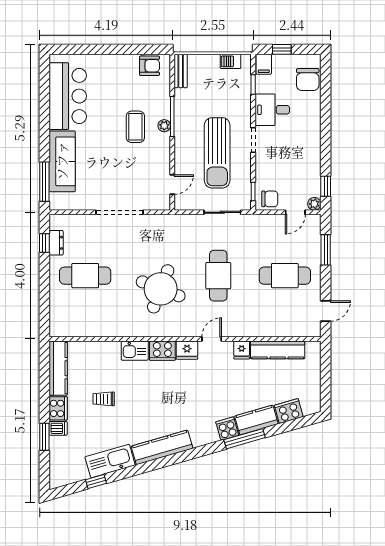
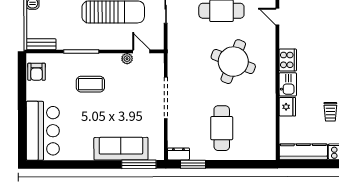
armchair: (150, 66) -> (36, 72), turned 180
bar counter: (68, 96) -> (43, 131), moved, turned 90
plant: (164, 126) -> (127, 59), moved
window: (44, 243) -> (193, 164), width x1.50
dresser: (56, 243) -> (178, 154), moved
fridge: (187, 350) -> (287, 107), moved

